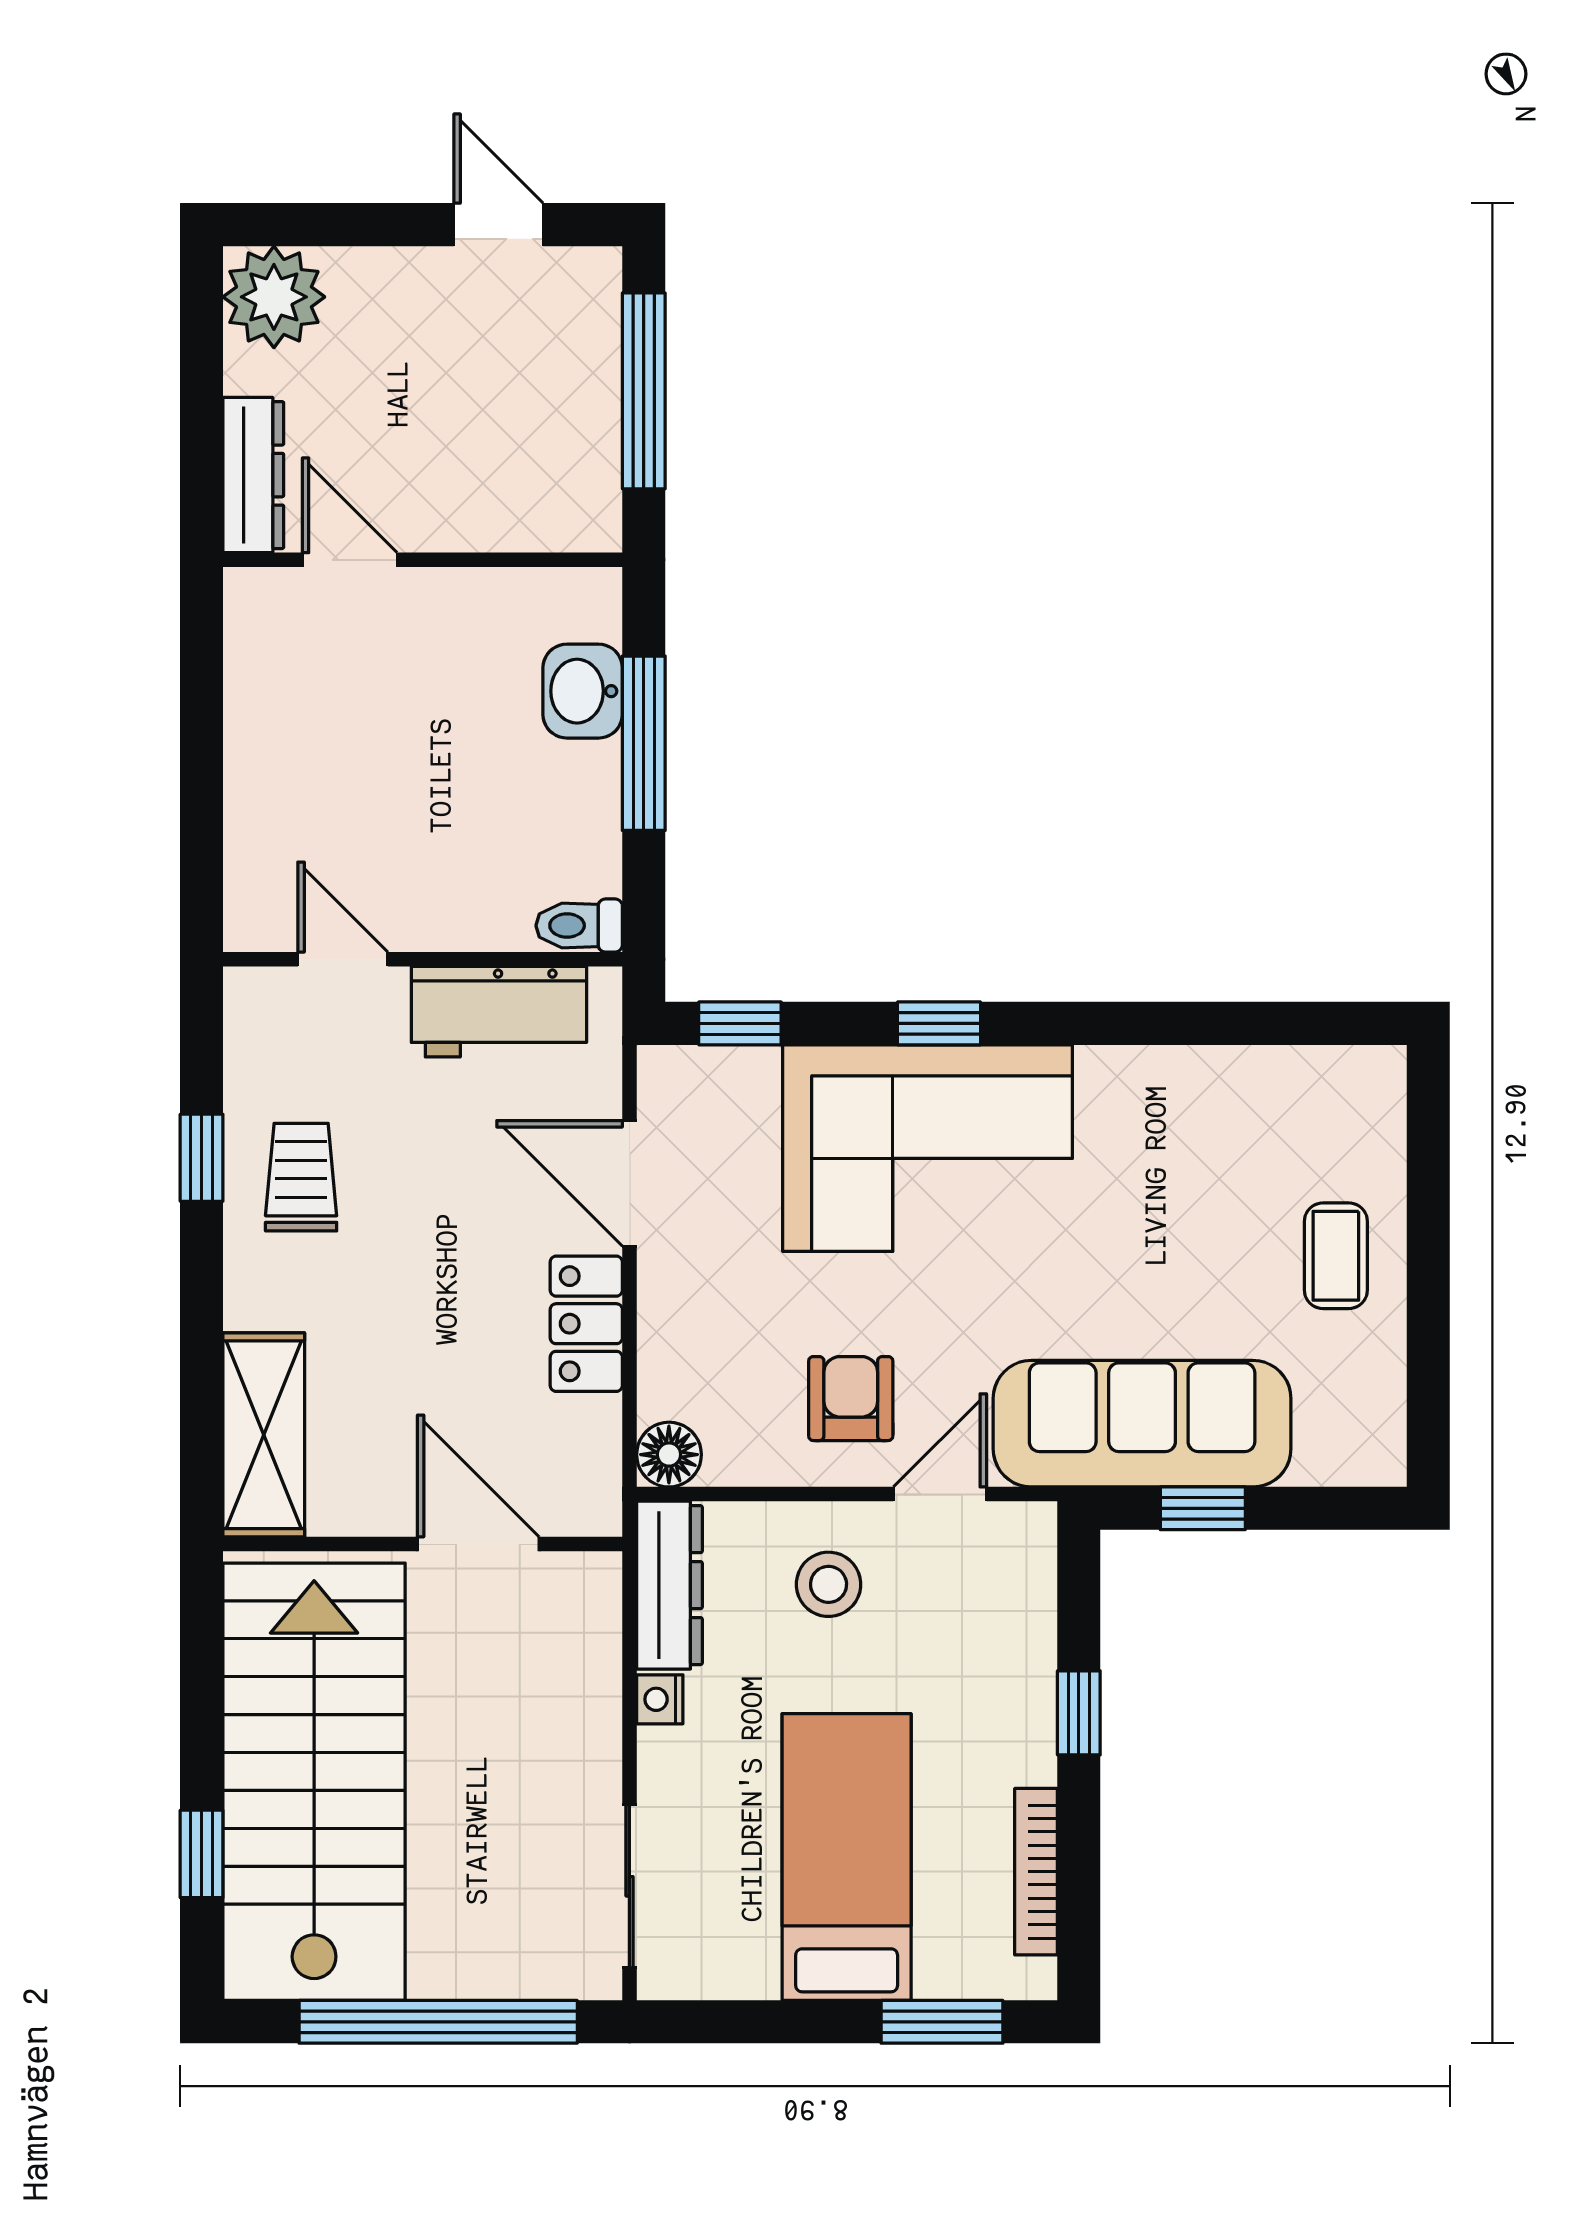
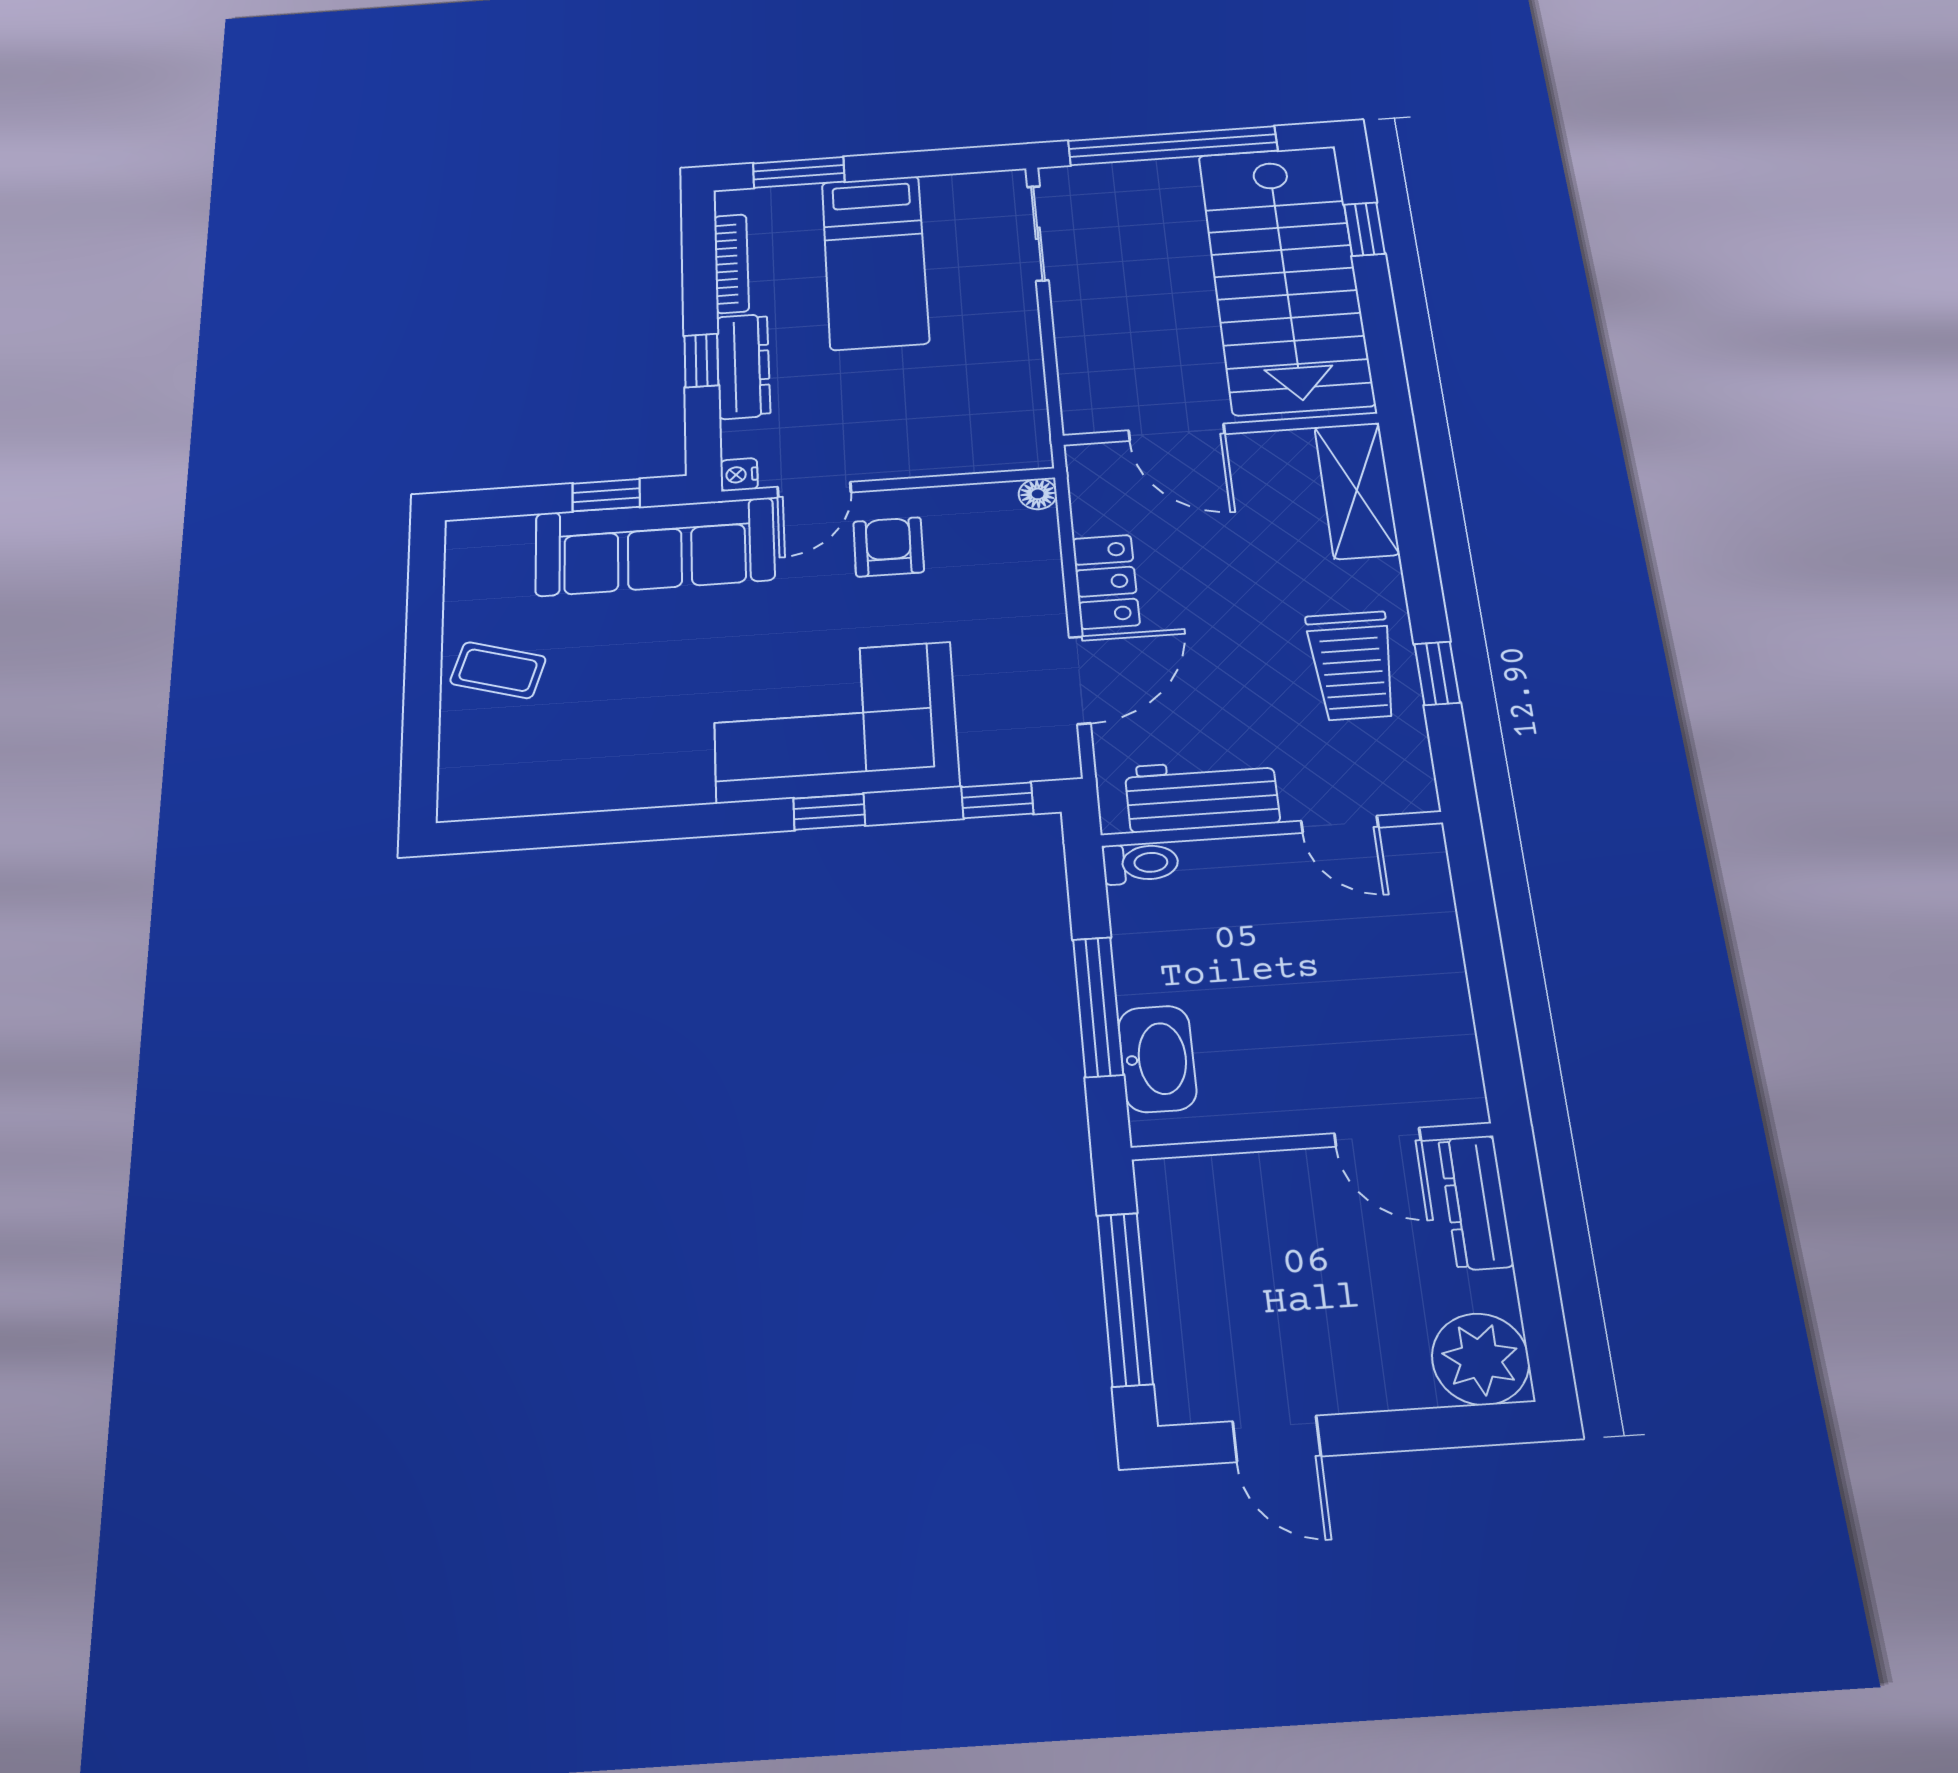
washbasin: (583, 691) -> (1157, 1059), width x1.38
trolley: (301, 1177) -> (1352, 666), width x1.36, depth x1.39
door: (629, 1183) -> (1080, 680), hinge flipped
coffee table: (1336, 1256) -> (498, 670), turned -73
armchair: (851, 1399) -> (889, 547), turned 180
floor lamp: (669, 1455) -> (1038, 494), width x0.73, depth x0.73
stool: (829, 1584) -> (899, 426), removed
dresser: (669, 1585) -> (743, 366), moved, turned 180
nightstand: (660, 1699) -> (739, 475), moved, turned 180

